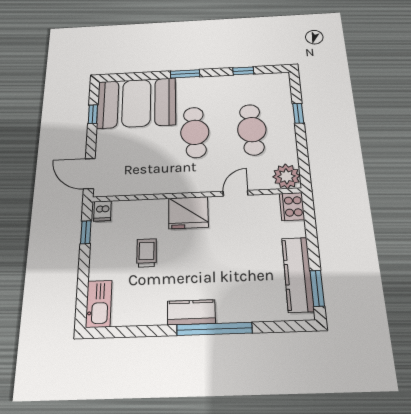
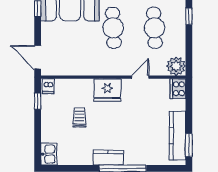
kitchen sink: (99, 304) -> (49, 154), width x0.73

